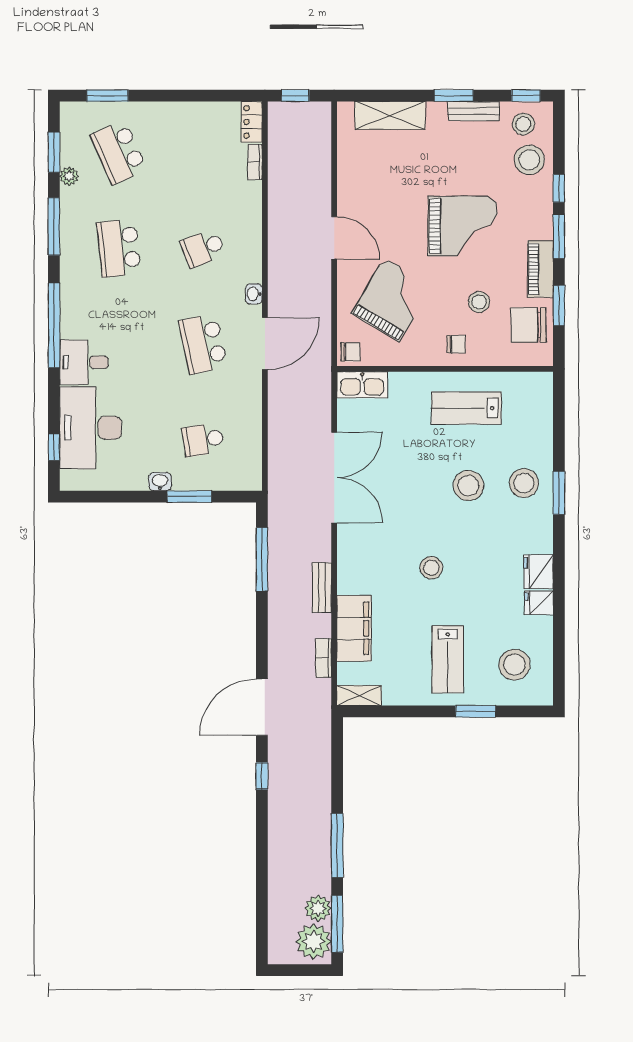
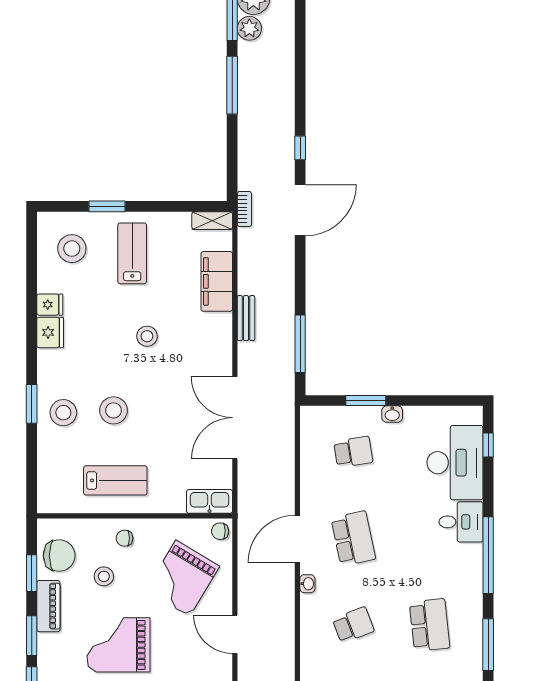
bookcase: (324, 658) -> (244, 209), moved

